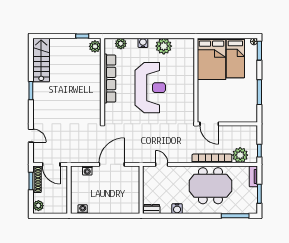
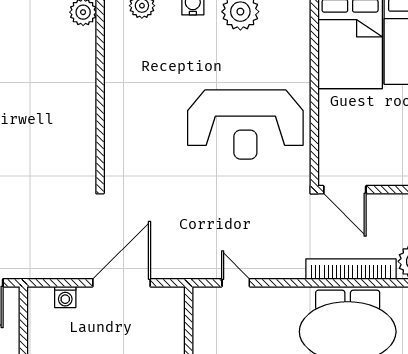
row of seats: (110, 79) -> (117, 86), removed
reception desk: (150, 88) -> (245, 124), moved, turned 90

